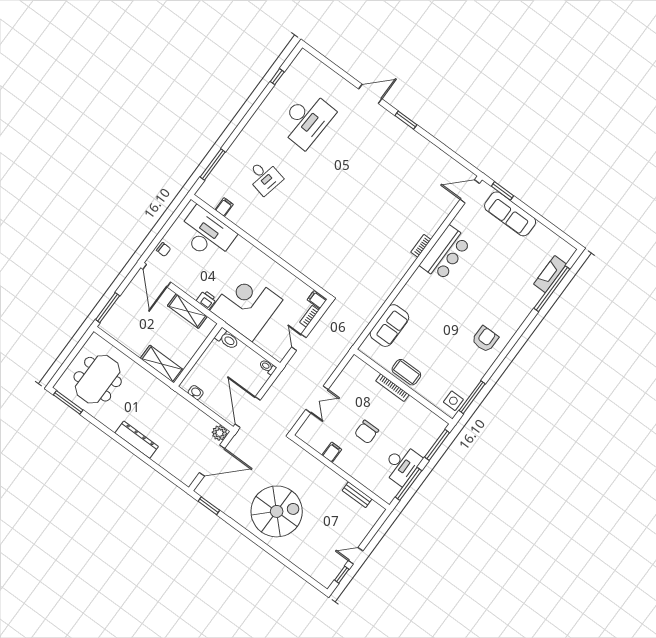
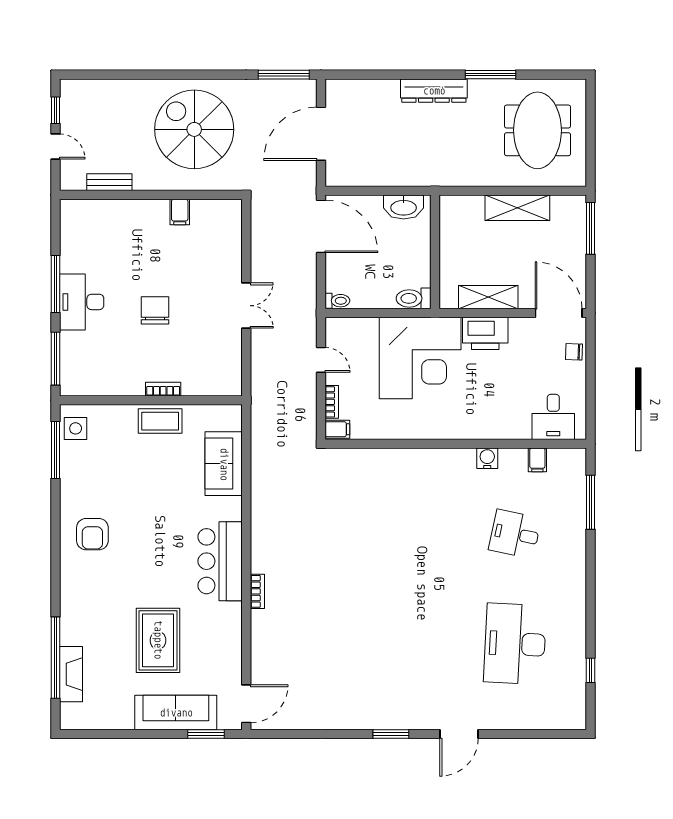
water cooler: (250, 227) -> (487, 458), added
desk: (206, 234) -> (553, 417), width x0.53, depth x0.77
bar counter: (445, 253) -> (220, 561), moved
rug: (492, 258) -> (158, 640), added
printer: (206, 300) -> (485, 333), width x1.87, depth x1.48
shelving: (162, 364) -> (517, 208), moved
bookcase: (392, 388) -> (163, 389), width x0.64
washbasin: (196, 393) -> (404, 207), width x1.91, depth x1.45
double door: (317, 399) -> (246, 306), swing flipped
window: (68, 402) -> (491, 75), moved
plant: (220, 433) -> (337, 175), removed
filing cabinet: (332, 452) -> (180, 212), moved
wall: (340, 472) -> (151, 195), moved
bench: (357, 495) -> (109, 182), moved
window: (209, 506) -> (284, 75), width x1.44
spiral stairs: (277, 511) -> (194, 129), turned 90
door: (356, 556) -> (55, 146), hinge flipped

